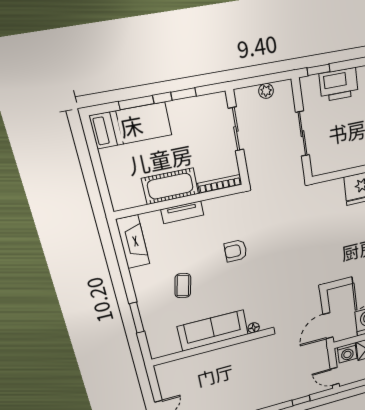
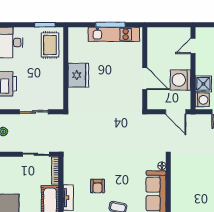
sliding door: (236, 129) -> (36, 154), moved
armchair: (236, 251) -> (98, 186), moved

